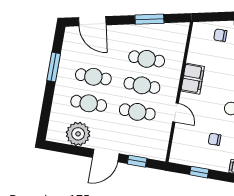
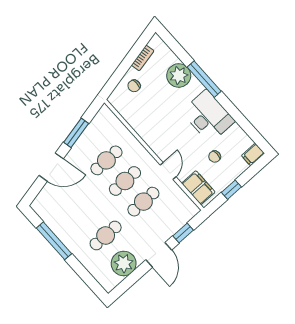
door: (92, 21) -> (51, 167), moved
window: (54, 67) -> (54, 241), width x1.44
cafe table: (93, 77) -> (87, 215), removed
filing cabinet: (193, 79) -> (198, 188), moved
door: (176, 112) -> (168, 171), hinge flipped

